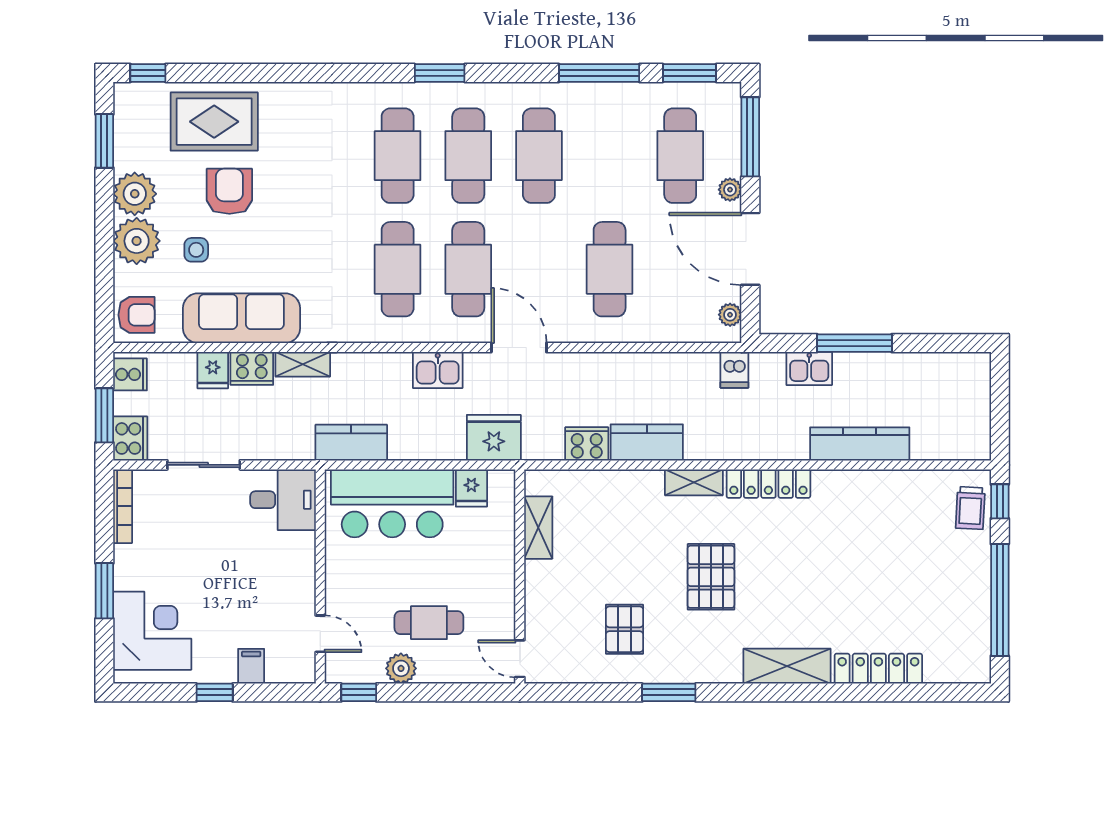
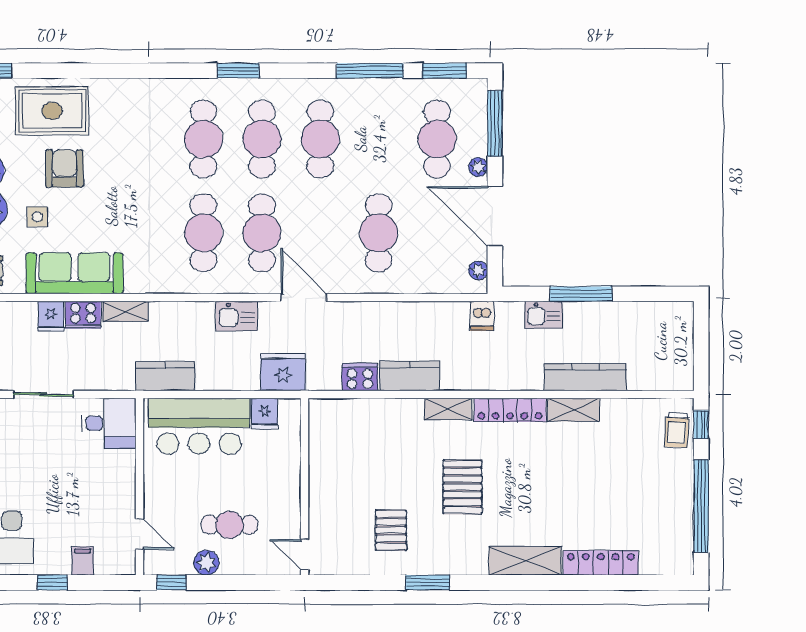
shelving: (538, 528) -> (573, 410), moved, turned 90

